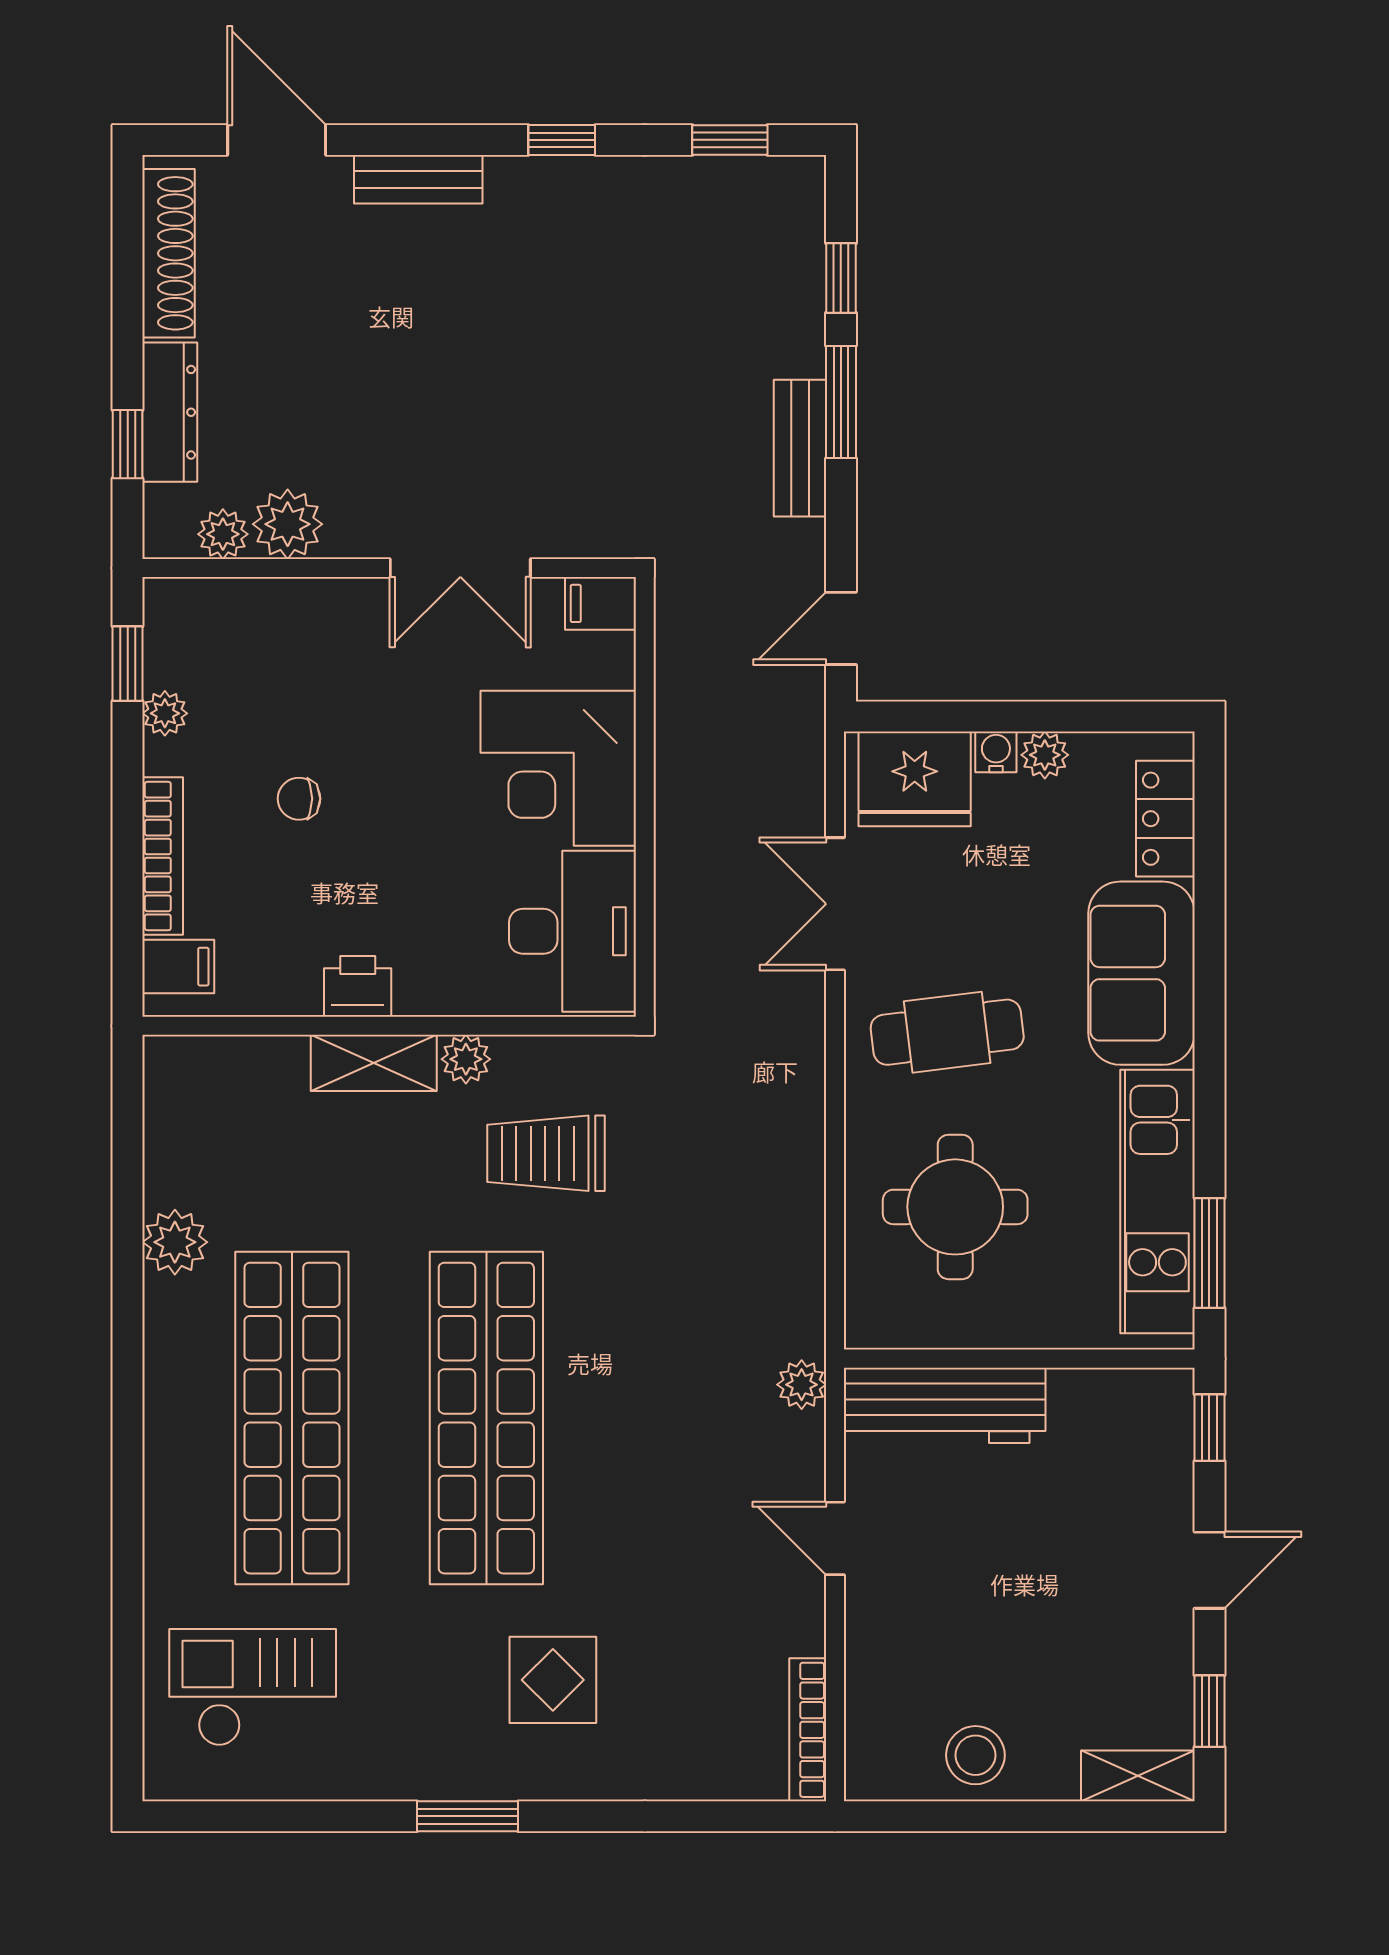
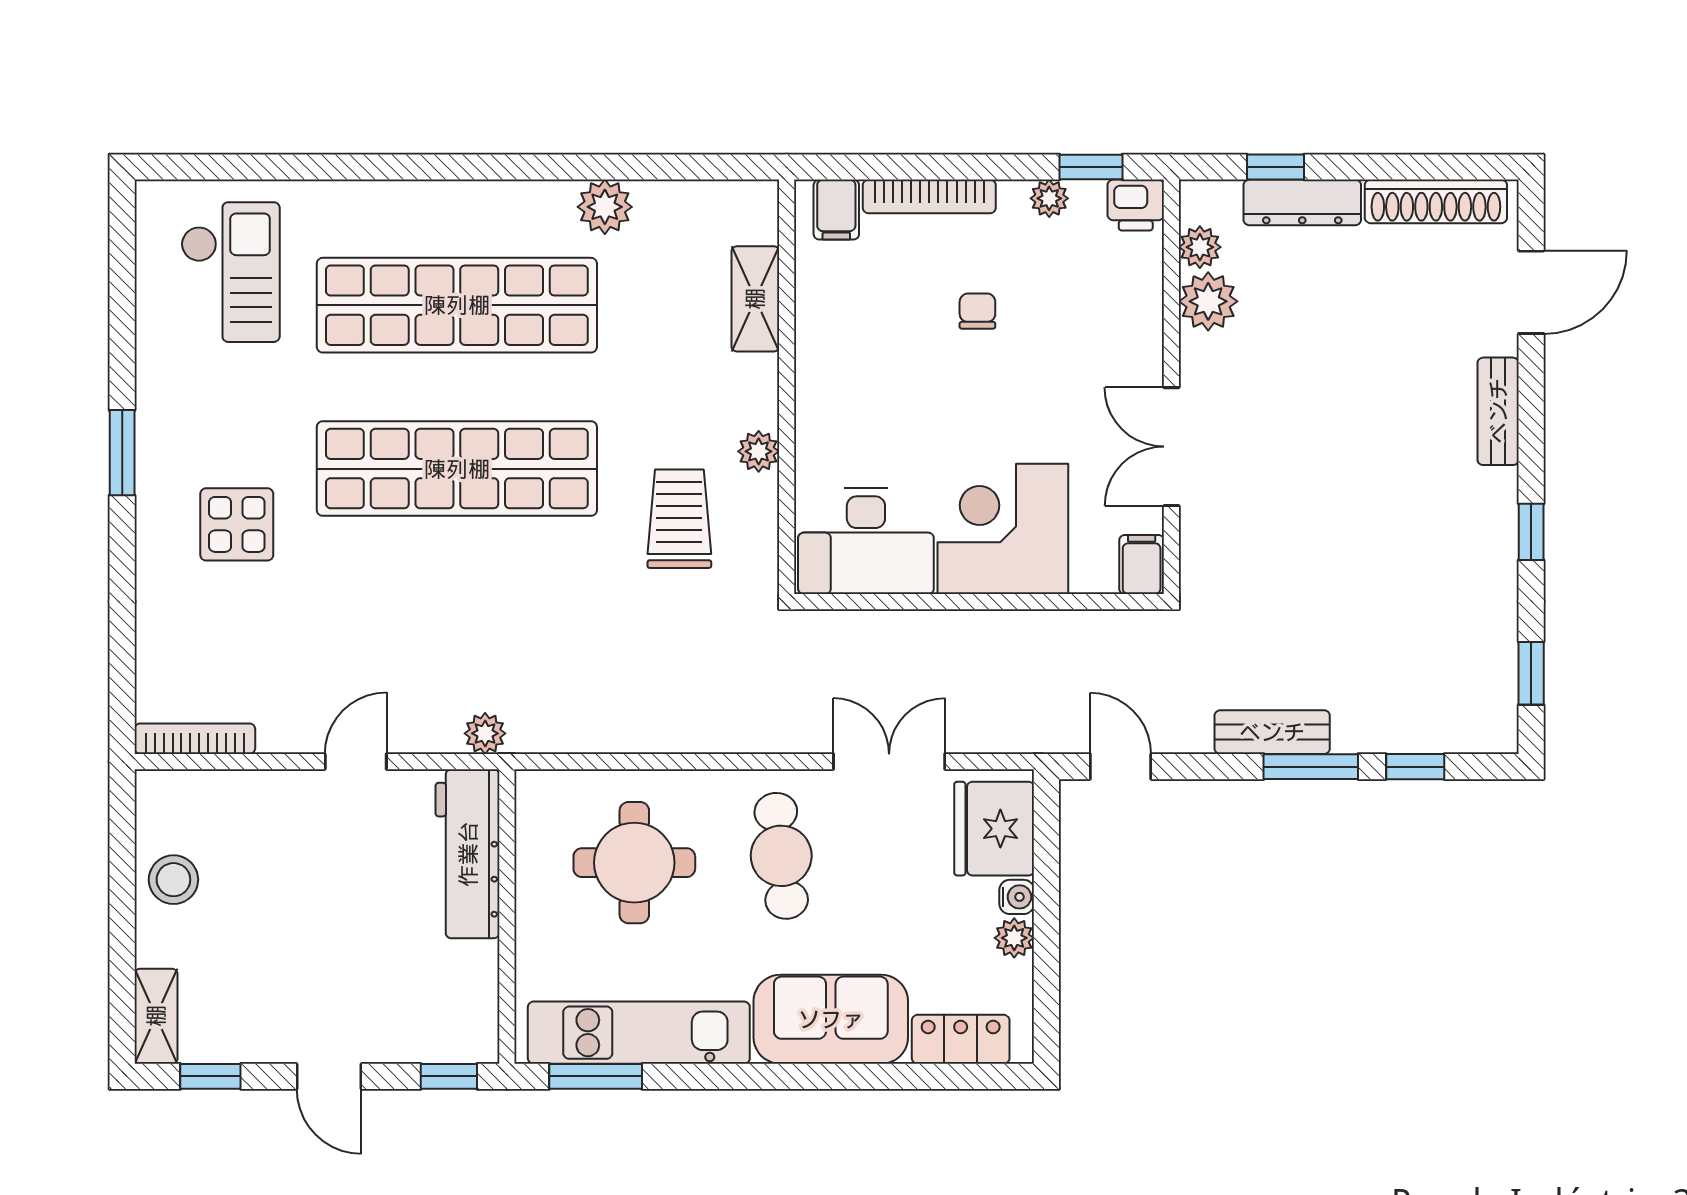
printer: (358, 986) -> (1136, 205), moved, turned 90
shelving: (374, 1063) -> (755, 299), moved

